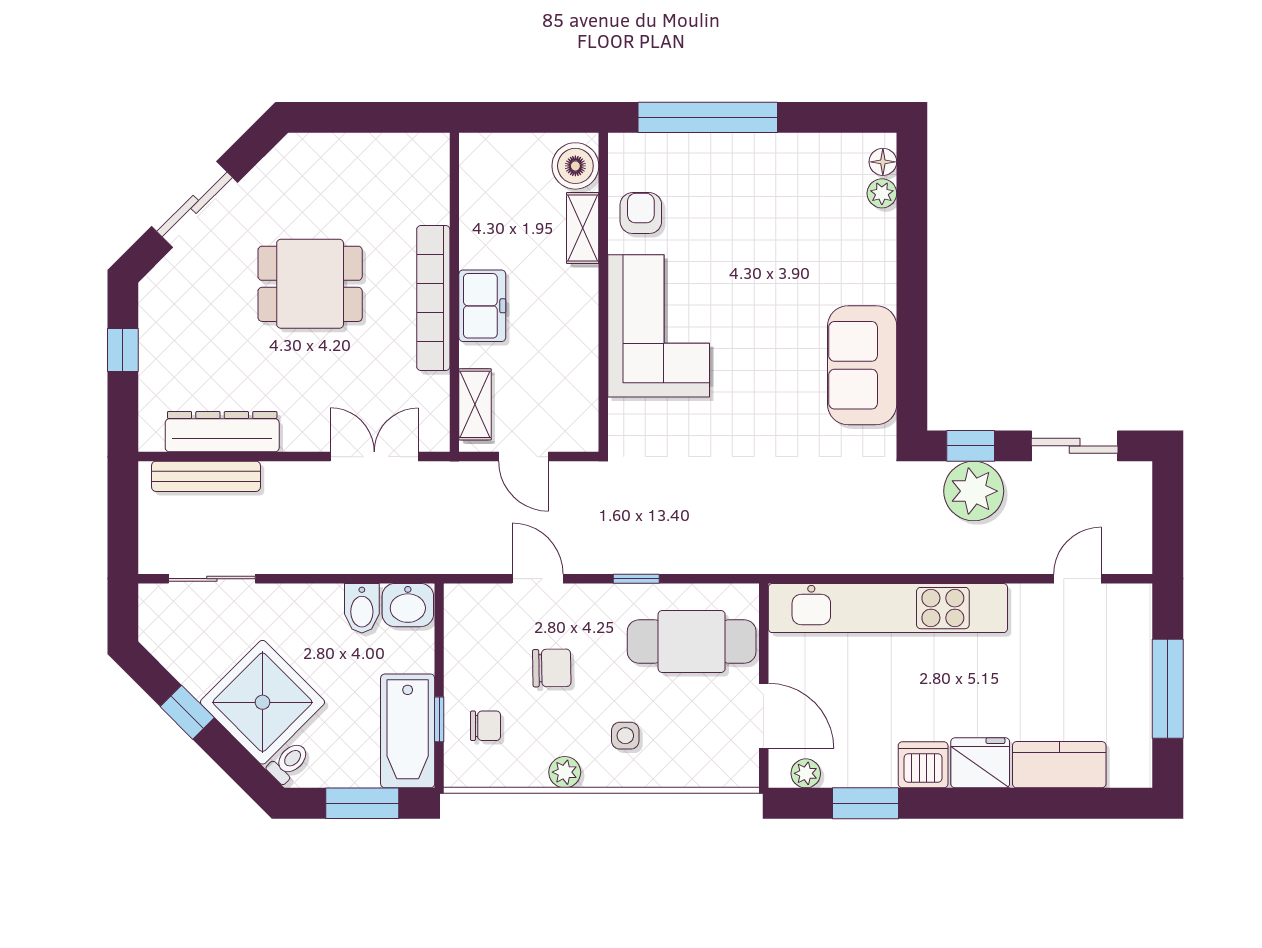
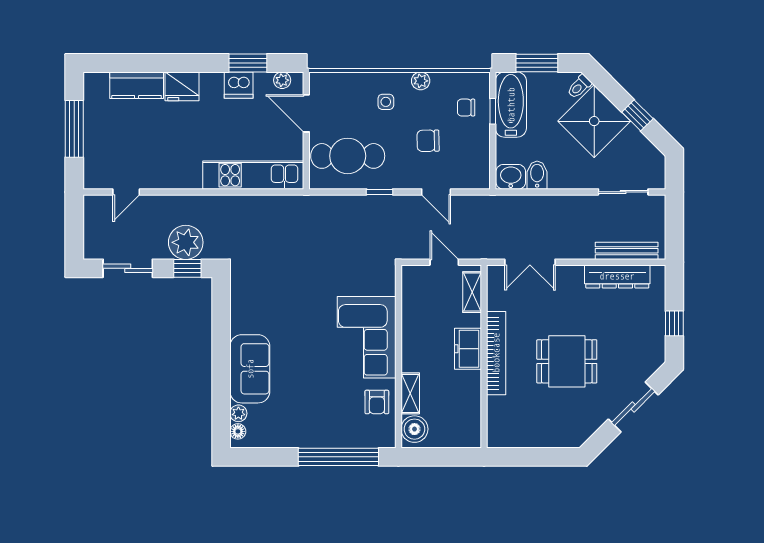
sofa: (862, 365) -> (250, 369), moved
kitchen unit: (888, 608) -> (253, 175), width x0.73
dishwasher: (923, 765) -> (239, 85), moved

